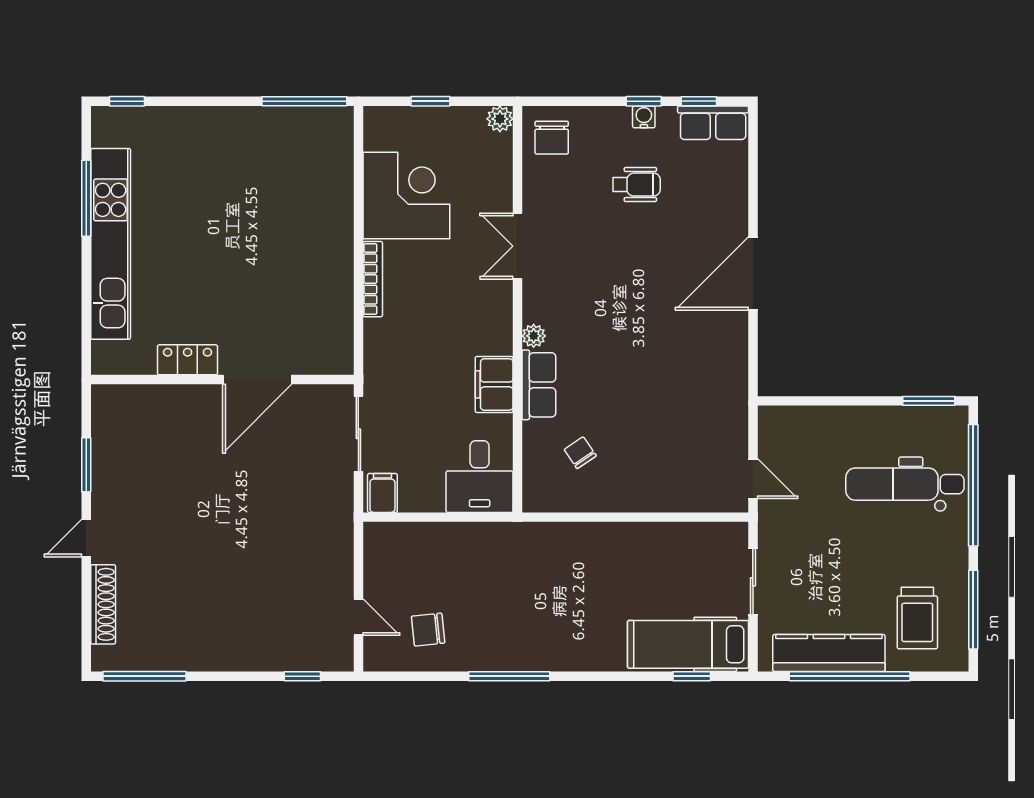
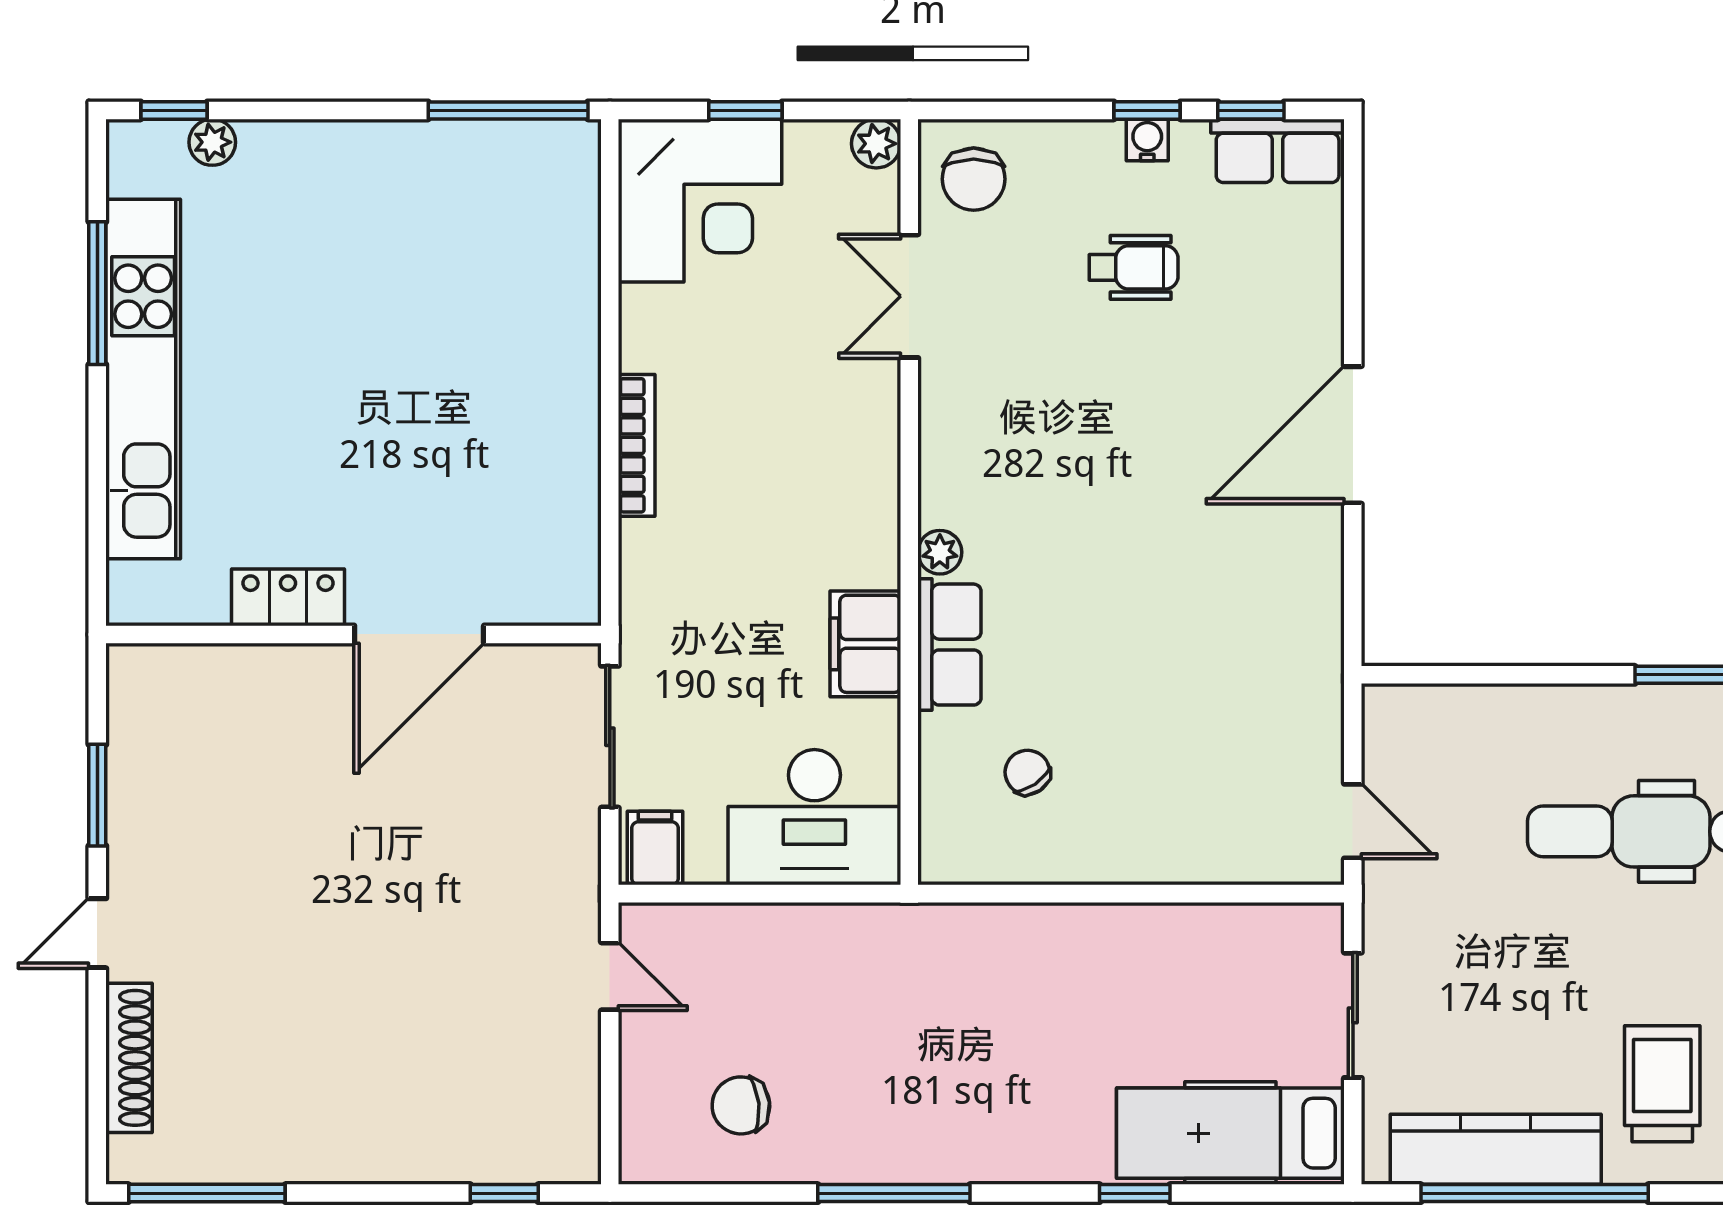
plant: (147, 118) -> (212, 142), added
corner desk: (406, 196) -> (700, 201), moved, turned 90
double door: (517, 246) -> (909, 296), moved
desk: (480, 477) -> (814, 817), width x1.37
door: (358, 617) -> (610, 976), moved
trolley: (917, 618) -> (1662, 1084), turned 180
window: (692, 676) -> (1135, 1193), moved

